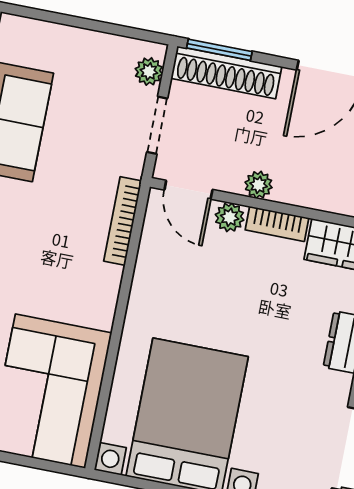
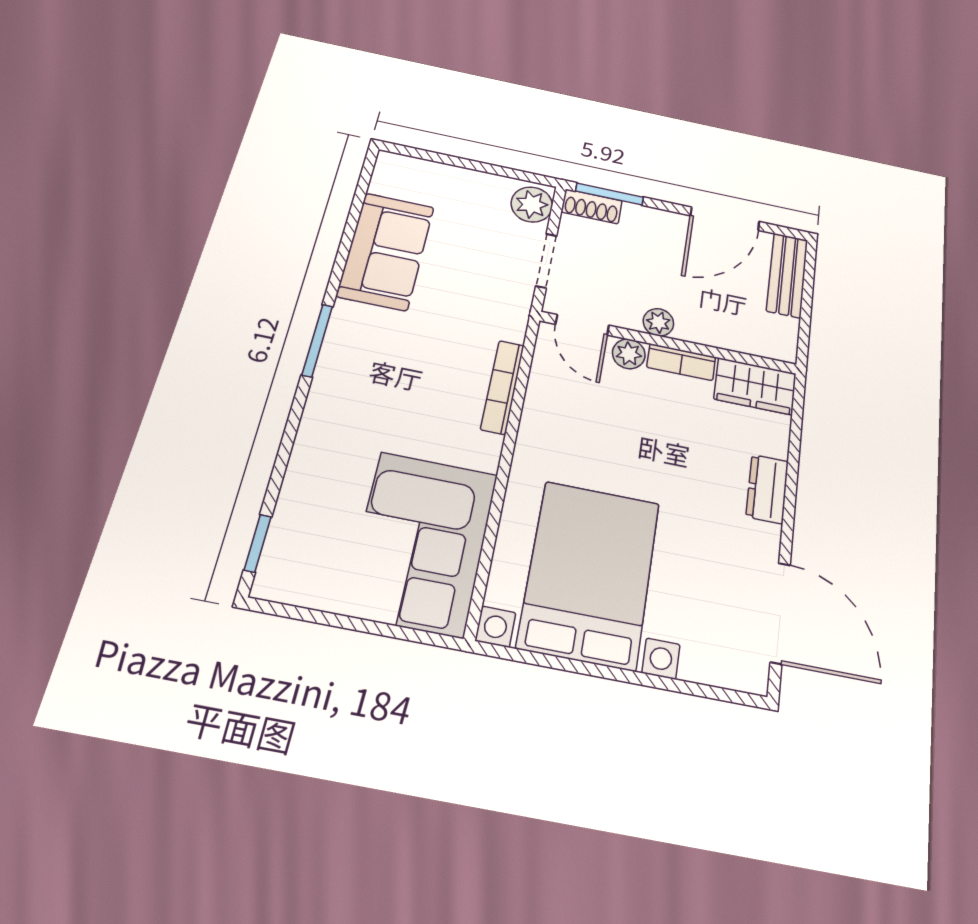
plant: (149, 71) -> (532, 204), width x1.38, depth x1.38
shoe rack: (226, 72) -> (592, 206), width x0.51, depth x0.81
bookcase: (123, 221) -> (502, 387), moved

